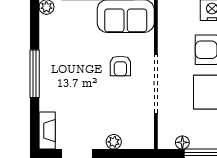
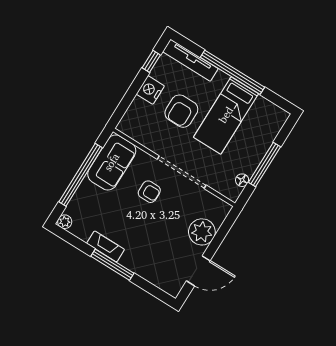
fireplace: (47, 131) -> (106, 246), moved
plant: (114, 142) -> (202, 232), width x1.87, depth x1.87

